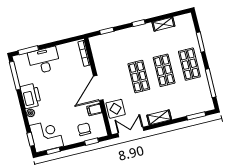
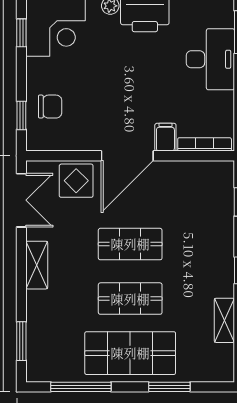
shop shelf: (189, 64) -> (130, 353), width x1.43, depth x1.36
door: (98, 88) -> (127, 156), swing flipped
filing cabinet: (94, 110) -> (165, 137), moved

